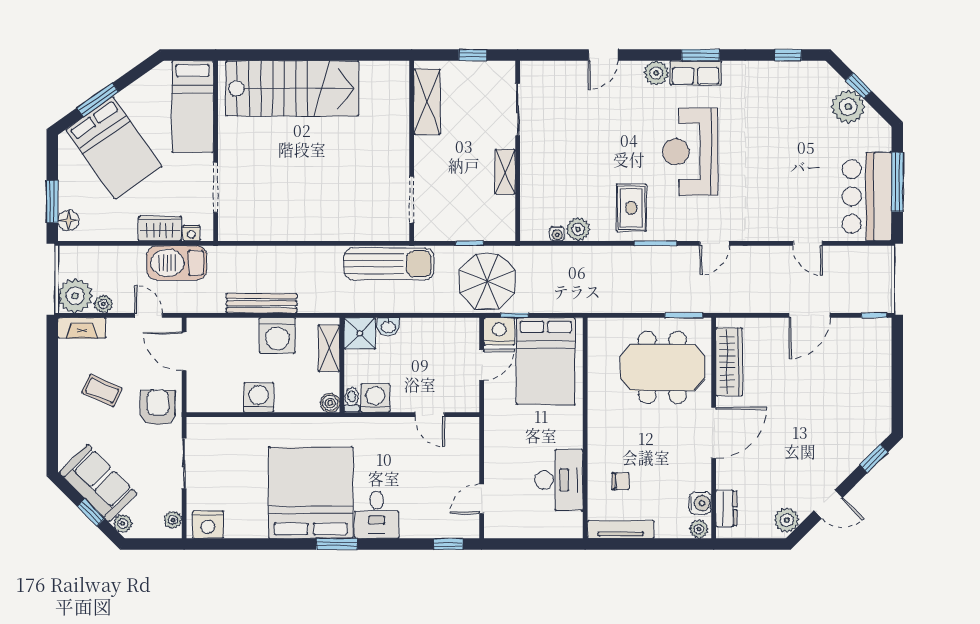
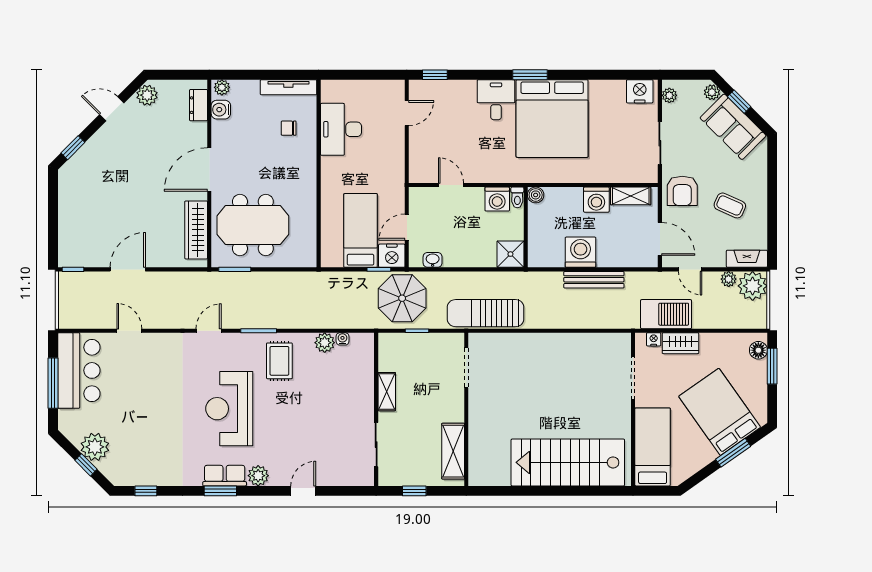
reception desk: (690, 152) -> (229, 409), turned 180
washbasin: (388, 327) -> (433, 260), moved
shelving: (329, 348) -> (631, 196), moved, turned 90
bed: (546, 361) -> (361, 230), width x0.67

